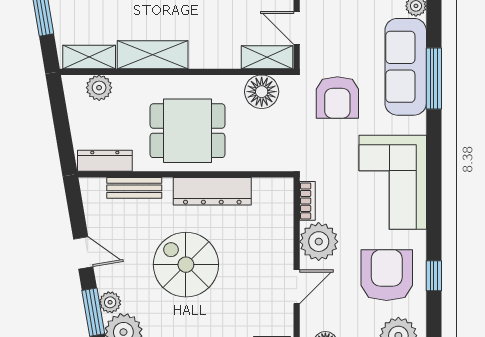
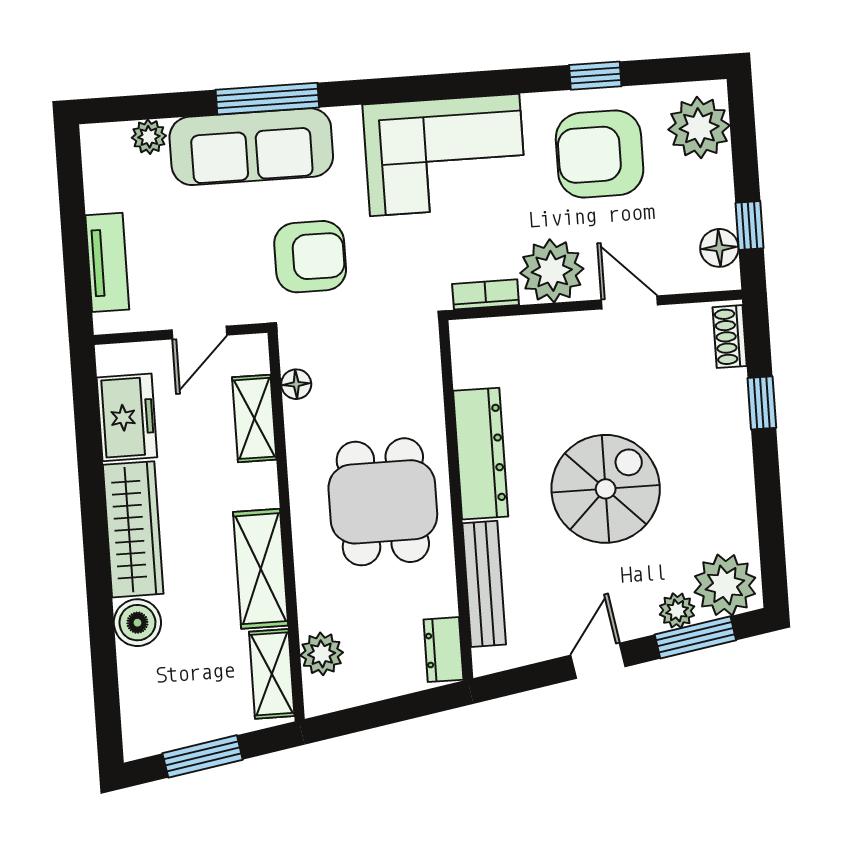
shelving: (267, 57) -> (254, 418), moved
floor lamp: (262, 92) -> (296, 384), width x0.53, depth x0.53
dresser: (105, 161) -> (443, 650), width x0.70
bench: (134, 188) -> (484, 584), width x1.36
spiral stairs: (186, 265) -> (606, 489), turned 180

